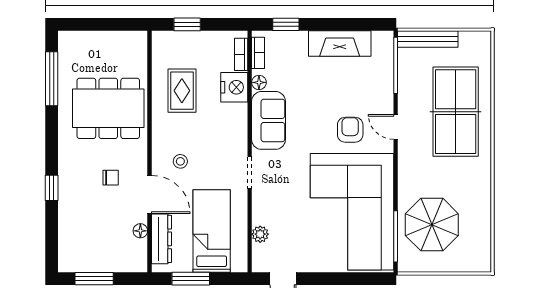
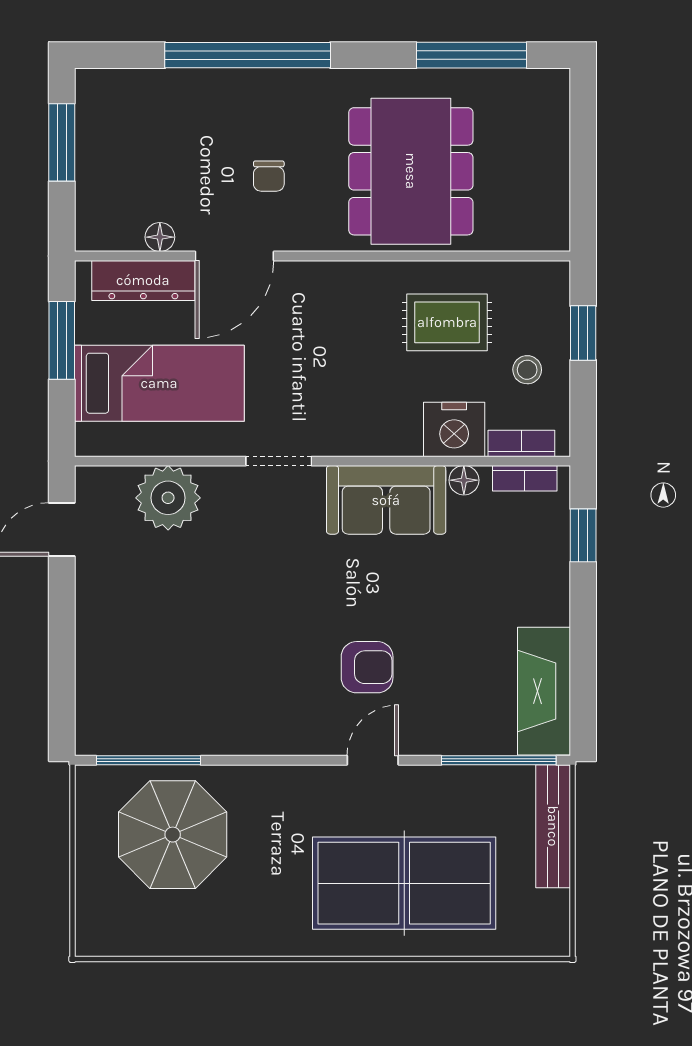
fireplace: (340, 43) -> (544, 691), moved
stool: (180, 161) -> (527, 370), moved
window: (52, 188) -> (248, 55), width x3.17
corner sofa: (352, 212) -> (199, 671), removed
plant: (260, 234) -> (168, 498), width x1.88, depth x1.88

